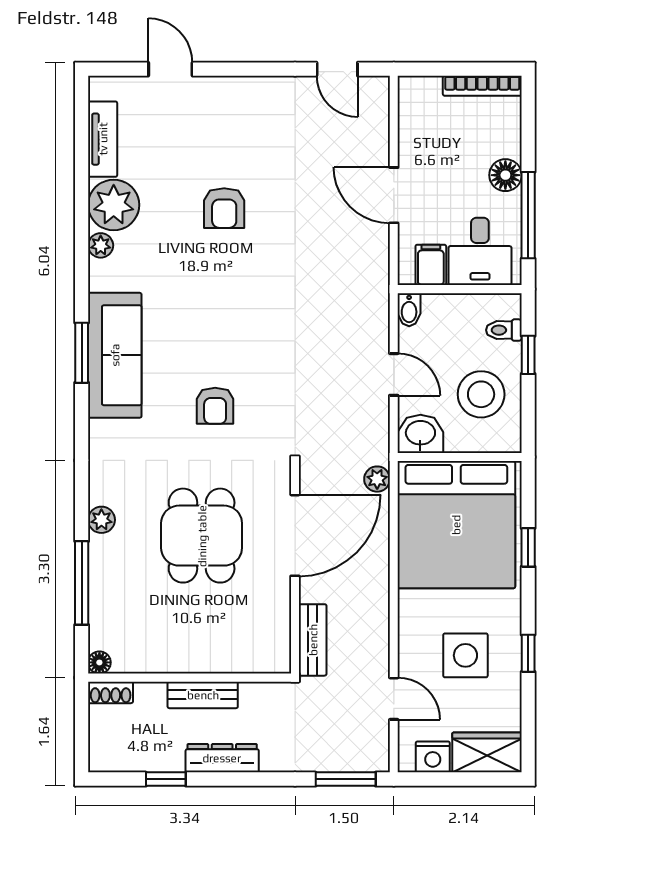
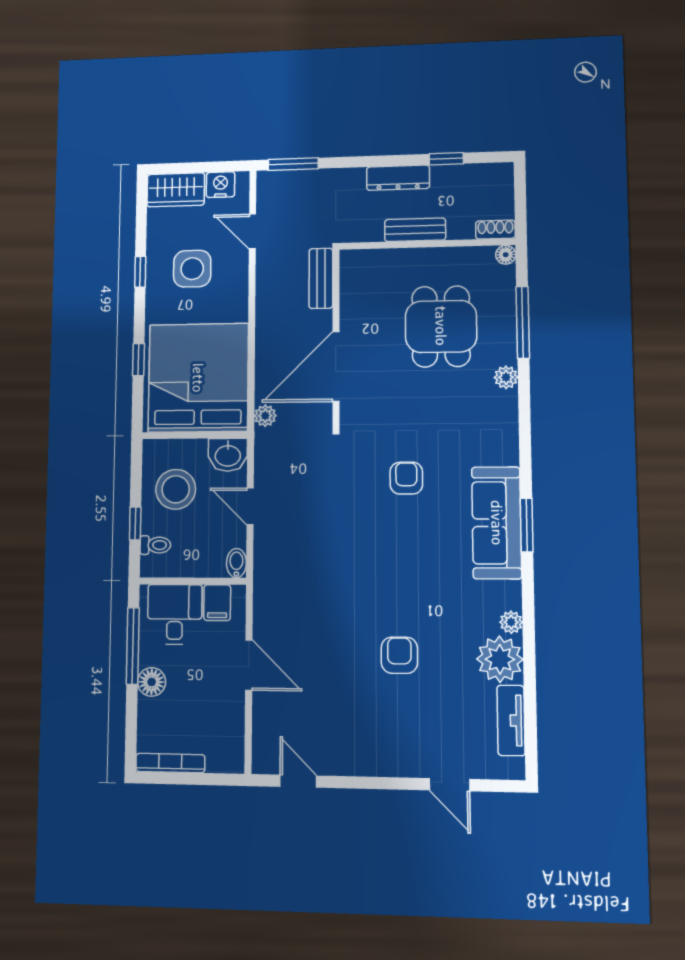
dining table: (202, 536) -> (441, 326), moved

